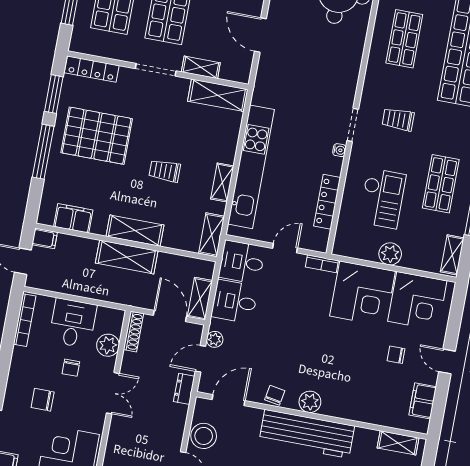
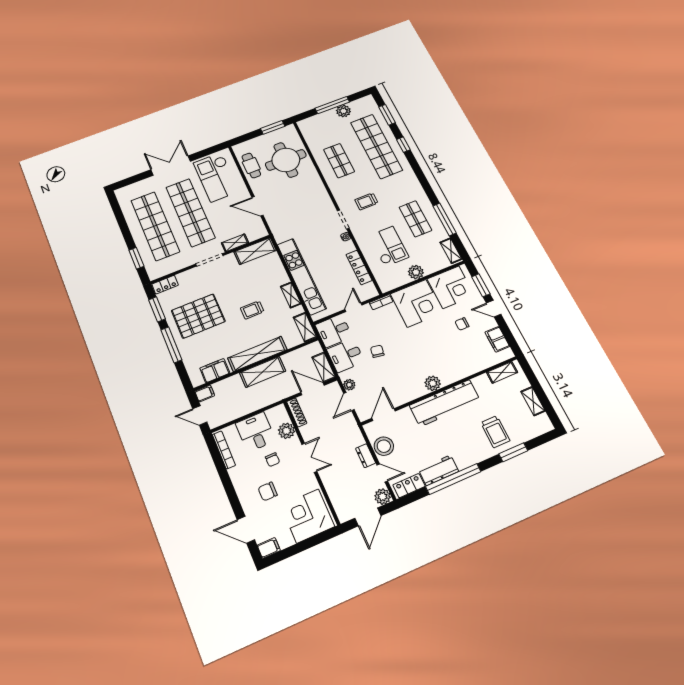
locker: (92, 69) -> (165, 285), width x0.66
shelving: (135, 231) -> (257, 354), width x1.47
window: (454, 323) -> (481, 285), added
dresser: (184, 389) -> (366, 456), moved
chair: (275, 395) -> (377, 351), moved

